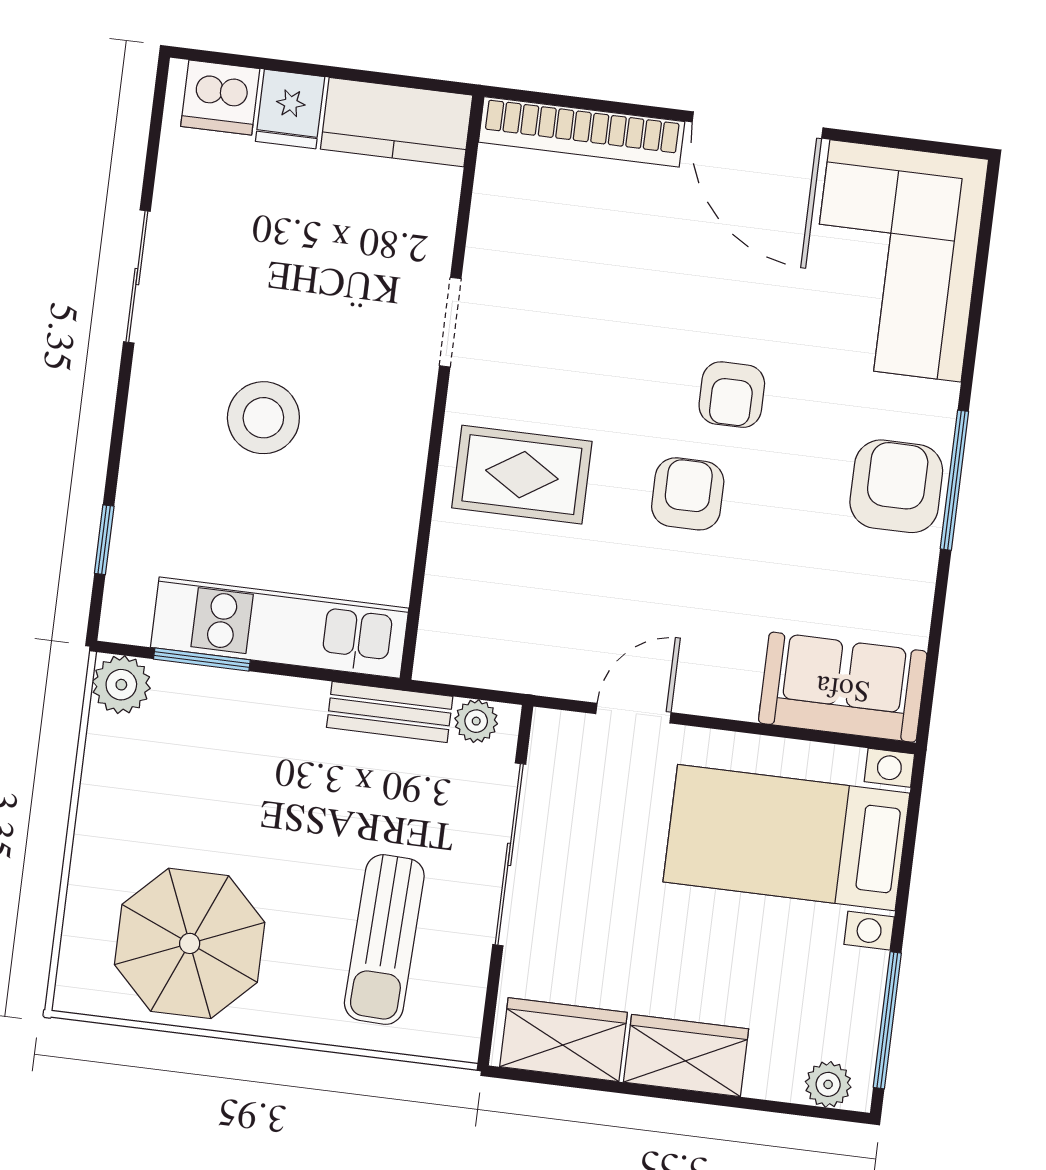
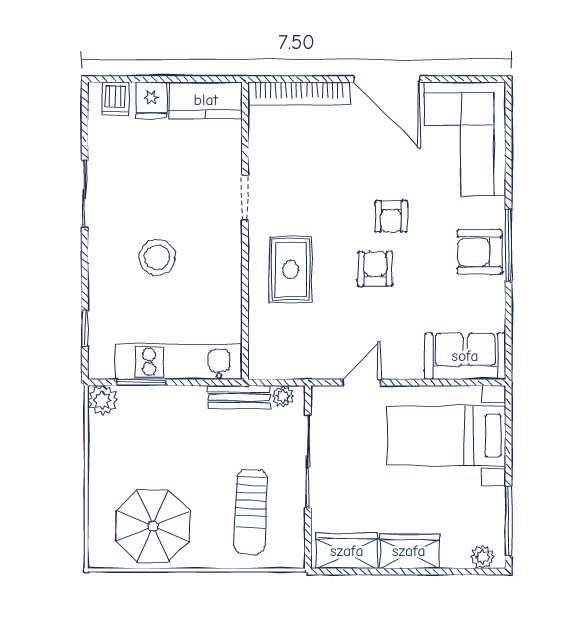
dishwasher: (220, 97) -> (115, 99), width x0.73
rug: (522, 475) -> (291, 270), turned 90
armchair: (896, 486) -> (480, 252), turned -90

